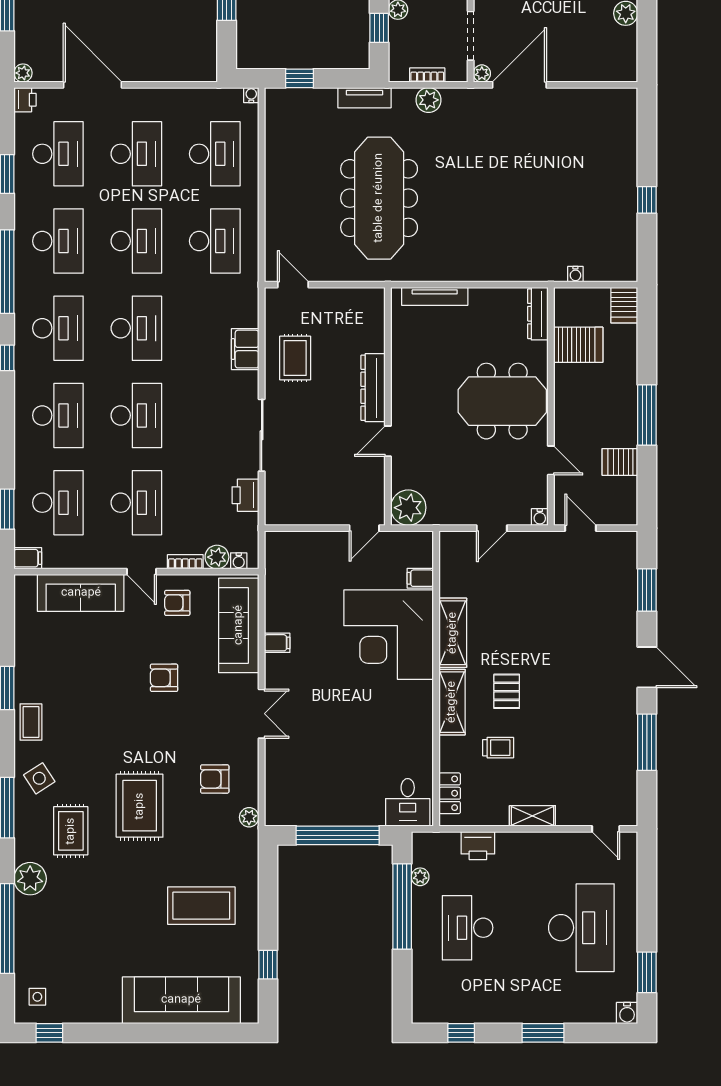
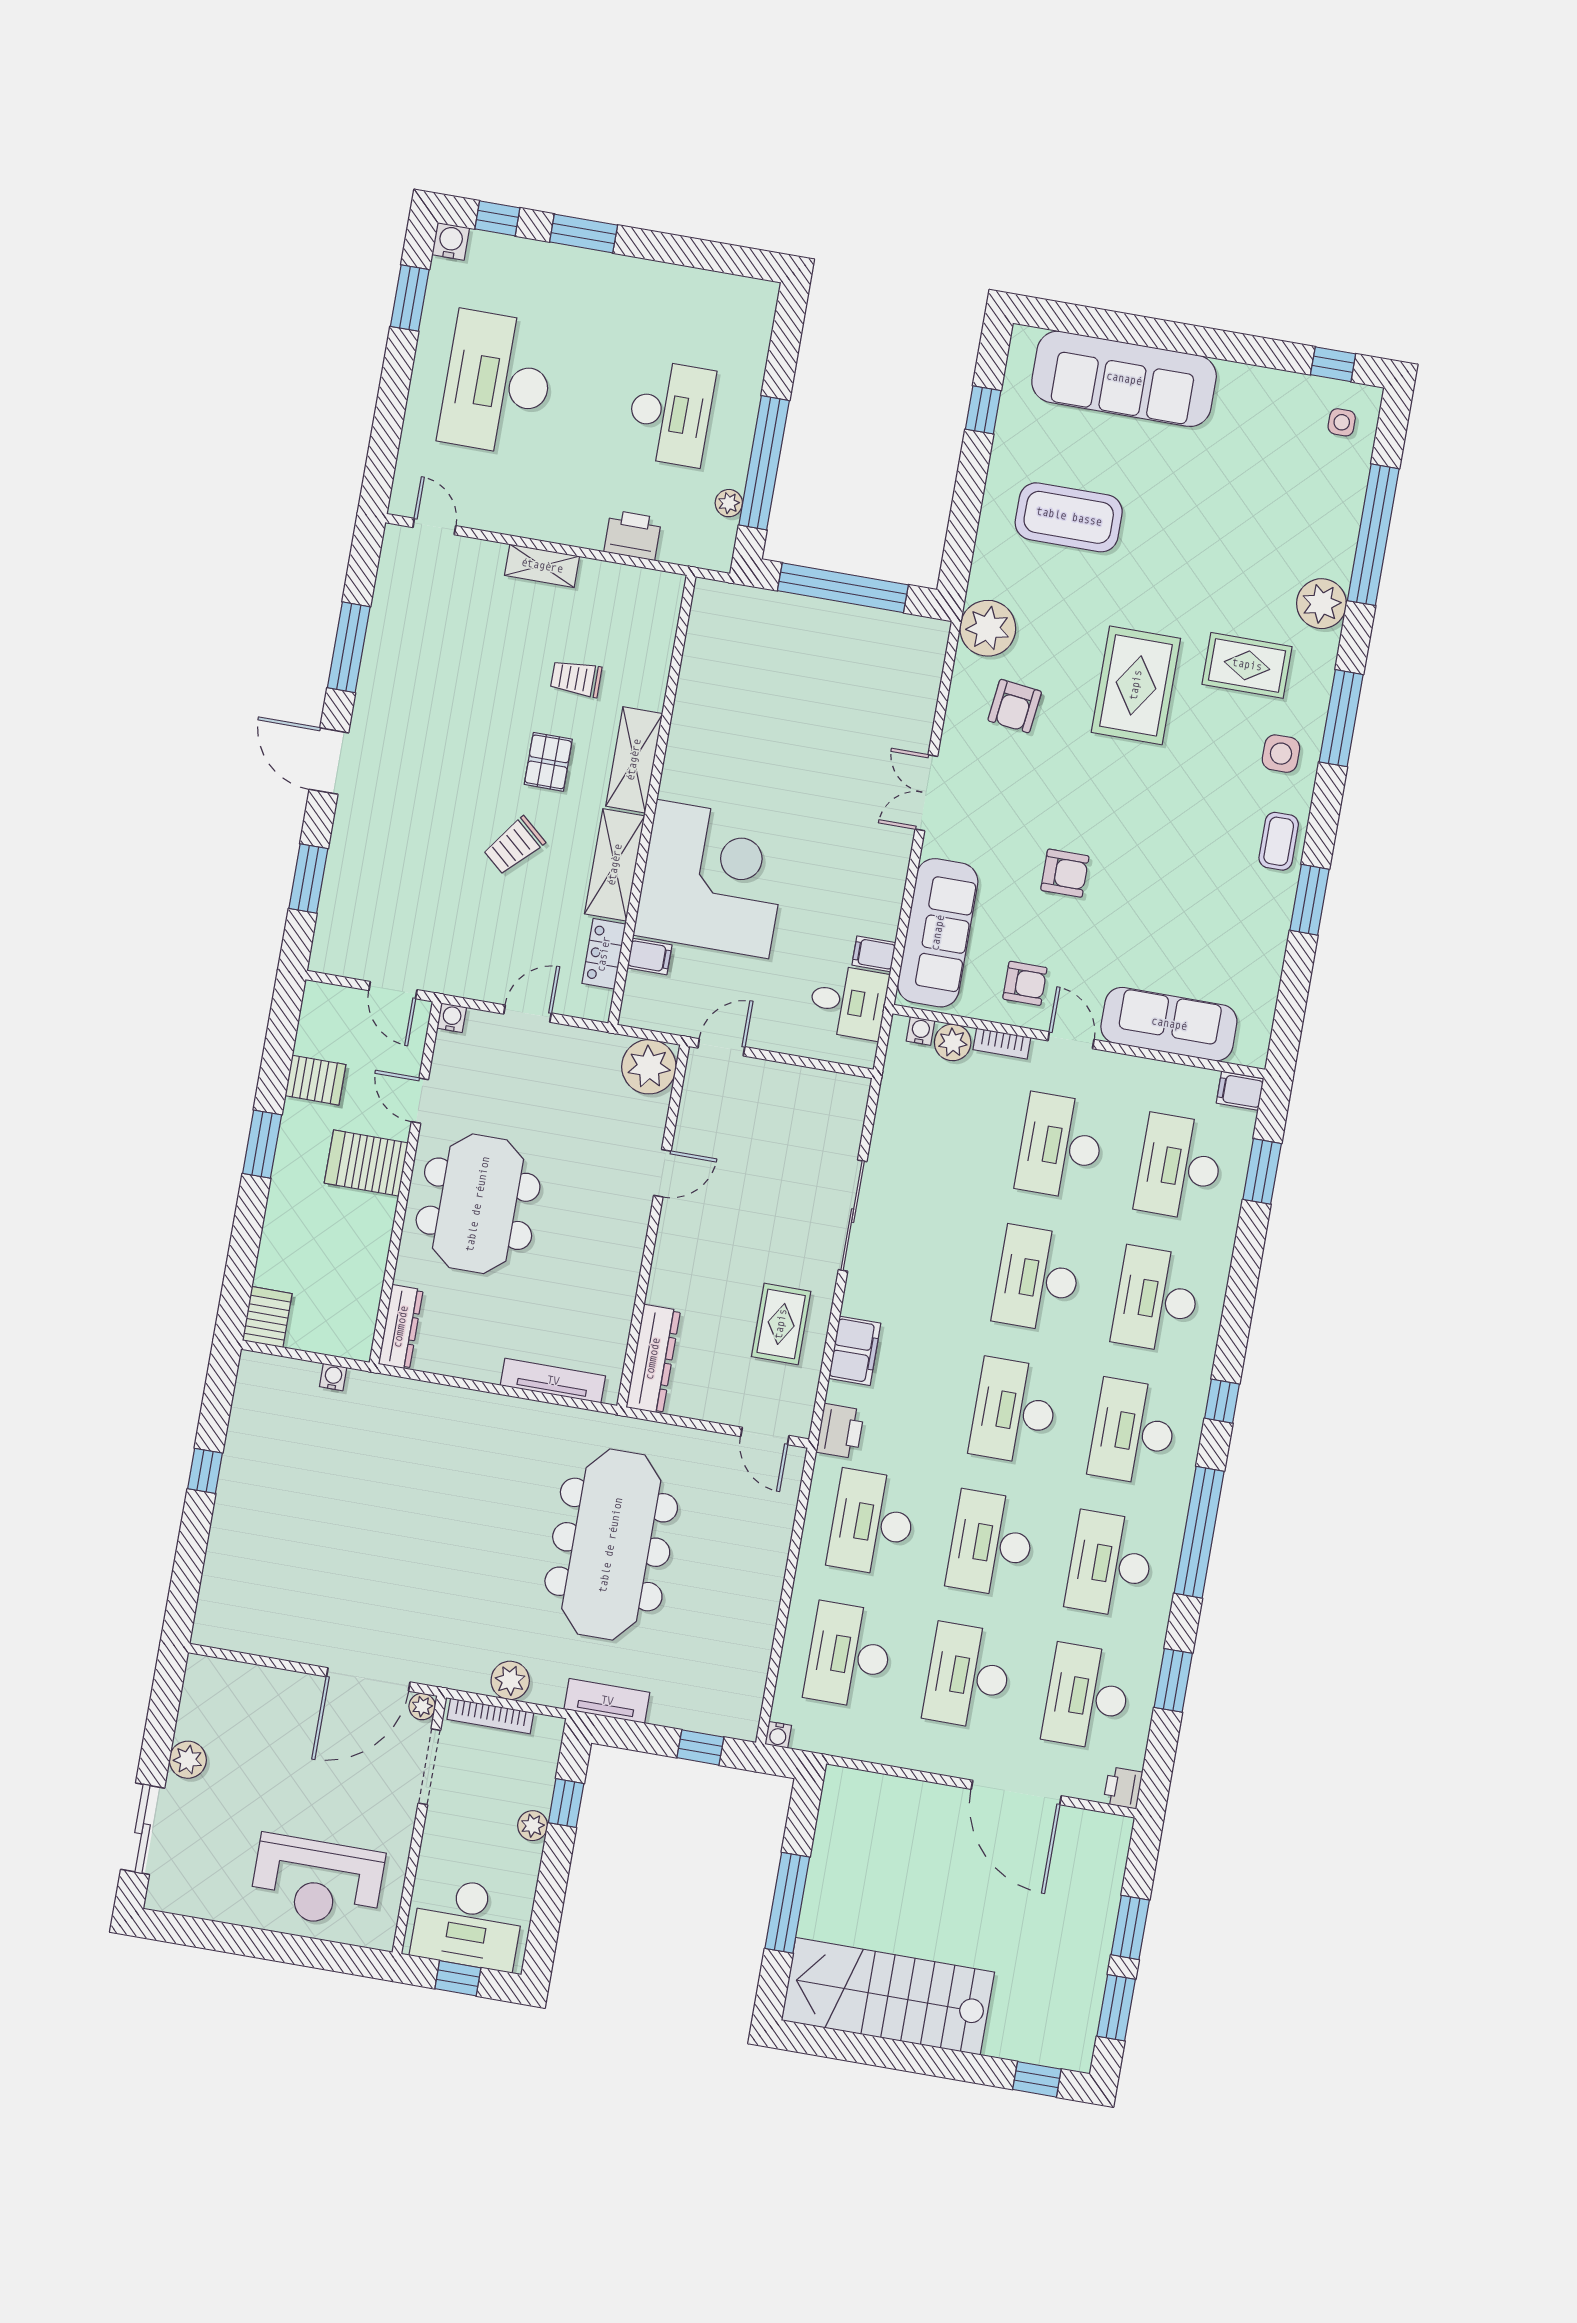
plant: (23, 73) -> (1119, 1829), removed
bookcase: (427, 75) -> (490, 1716), width x1.56
server rack: (578, 345) -> (366, 1163), moved
dresser: (373, 388) -> (653, 1359), moved
meeting table: (502, 401) -> (478, 1204), turned 90
window: (647, 415) -> (262, 1144), width x0.69
printer: (245, 495) -> (840, 1431), moved
trolley: (519, 634) -> (514, 846), added
filing cabinet: (277, 643) -> (874, 954), moved
side table: (39, 778) -> (1281, 754), turned 33
armchair: (215, 779) -> (1015, 706), turned 97
locker: (450, 793) -> (604, 954), moved
desk: (408, 802) -> (848, 1002), moved, turned 90
plant: (249, 817) -> (988, 628), width x1.87, depth x1.87
rug: (71, 831) -> (1247, 665), turned 90
window: (461, 1033) -> (497, 218), moved

